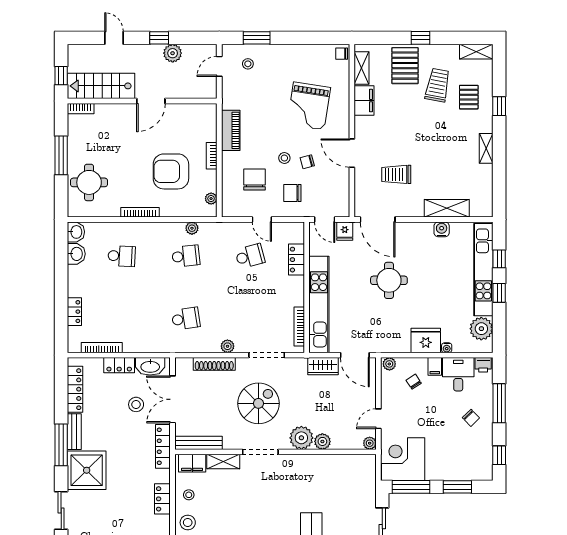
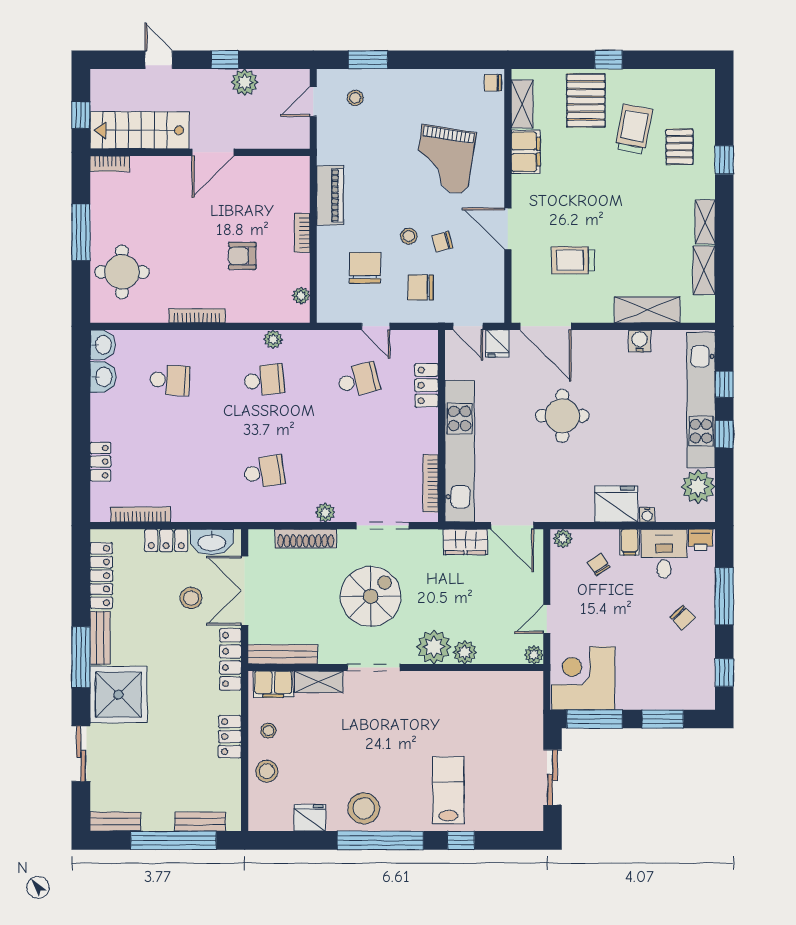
shelving: (476, 52) -> (704, 270), moved, turned 90
armchair: (171, 171) -> (242, 256), width x0.53, depth x0.53

